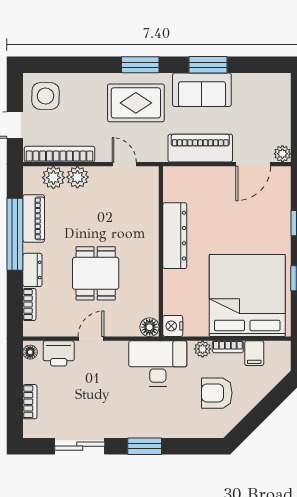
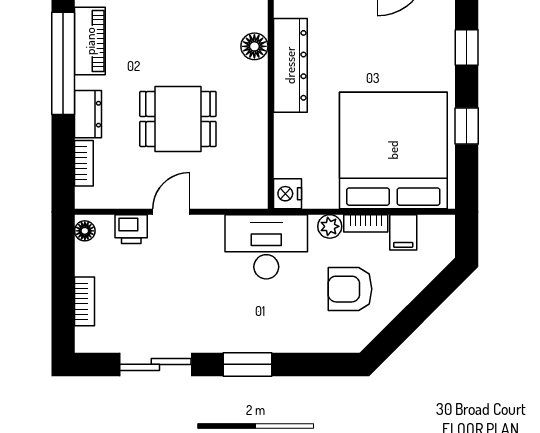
dining table: (96, 273) -> (178, 119), turned 90
floor lamp: (150, 327) -> (254, 46), moved
printer: (59, 353) -> (131, 229), width x0.73, depth x0.81

